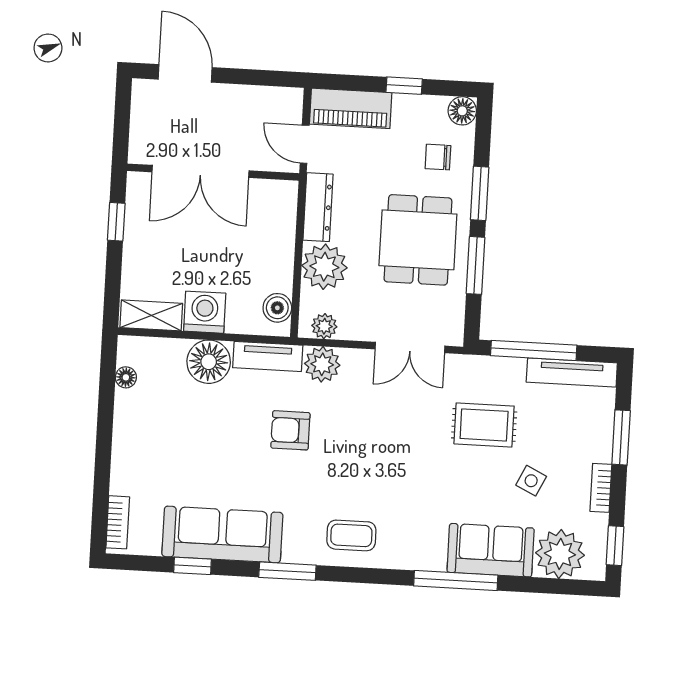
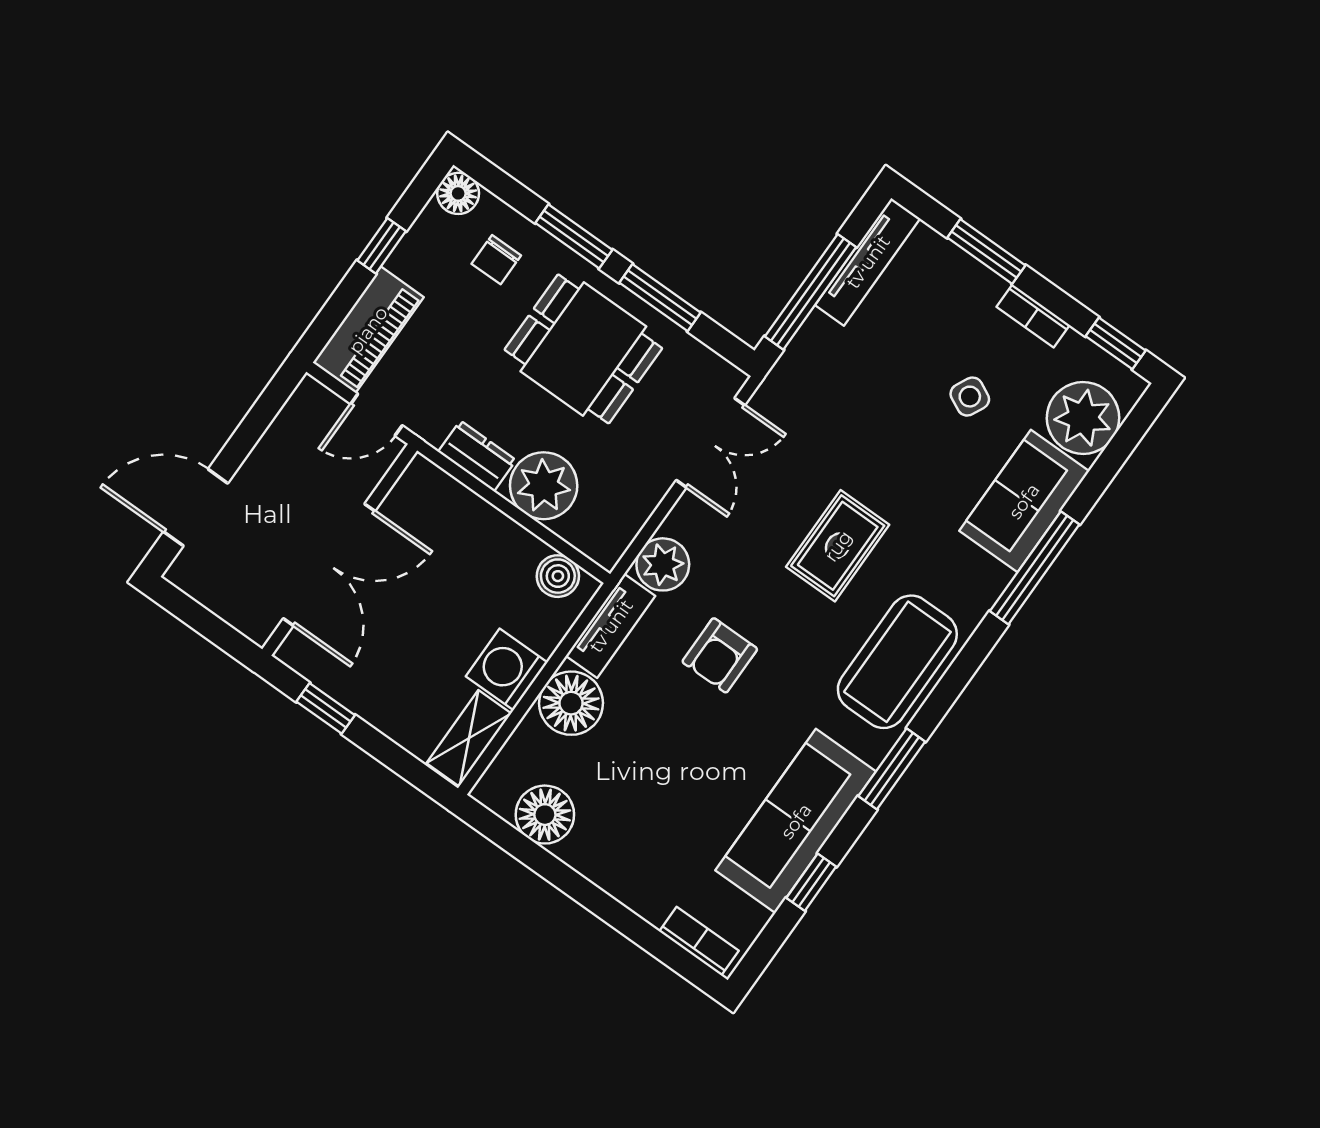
dresser: (318, 207) -> (477, 456), width x0.70
plant: (324, 326) -> (617, 532), removed
floor lamp: (126, 377) -> (545, 815), width x1.89, depth x1.89
rug: (484, 425) -> (838, 546), moved
coffee table: (351, 535) -> (897, 662), width x1.86, depth x1.72

